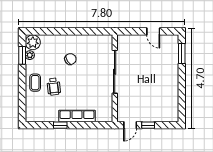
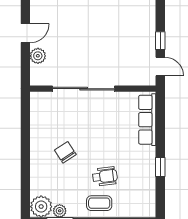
plant: (137, 40) -> (38, 56), added
row of seats: (77, 116) -> (147, 120), moved

